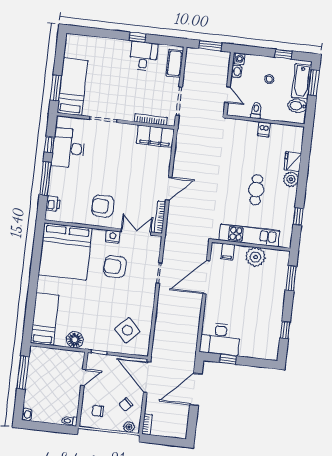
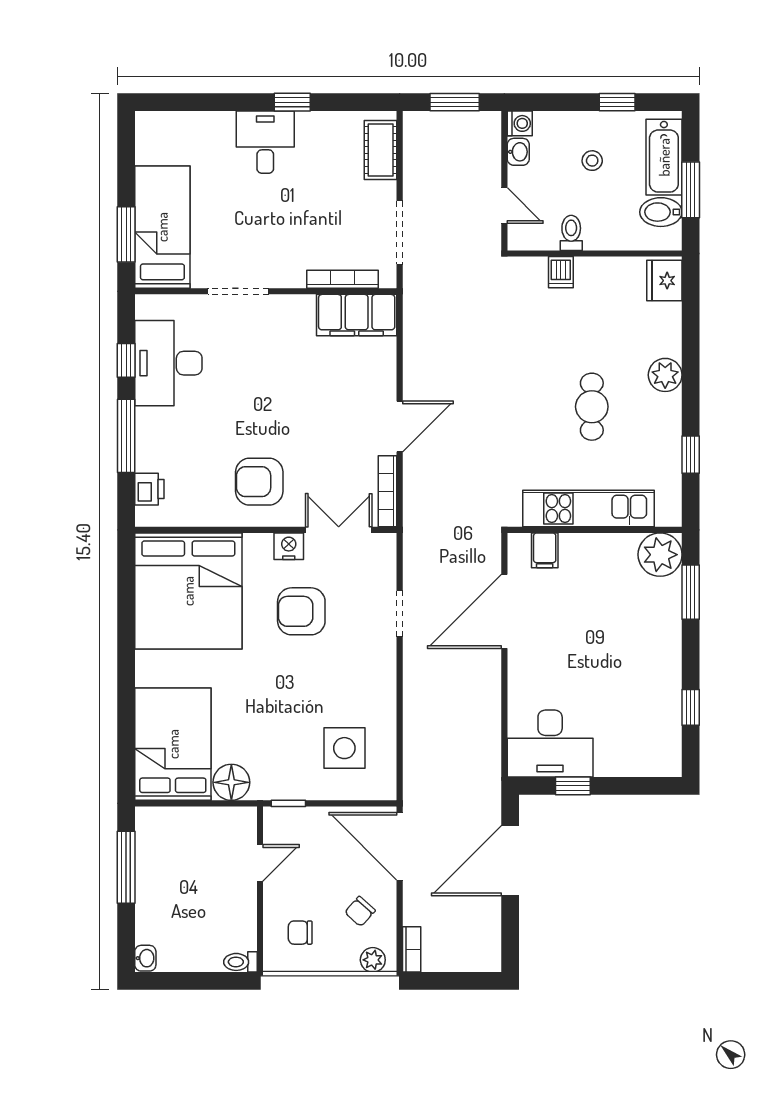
desk: (143, 56) -> (265, 142), moved
window: (314, 83) -> (691, 190), moved
dishwasher: (264, 129) -> (561, 272), moved
fridge: (293, 161) -> (664, 281), moved
plant: (256, 257) -> (660, 555), moved
bed: (45, 319) -> (173, 744), width x1.50
side table: (127, 330) -> (344, 748), turned 45

